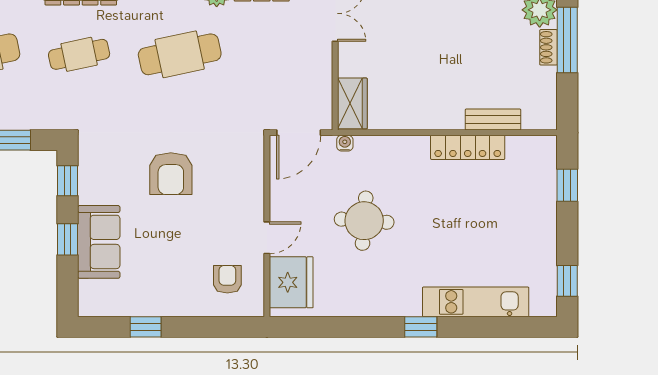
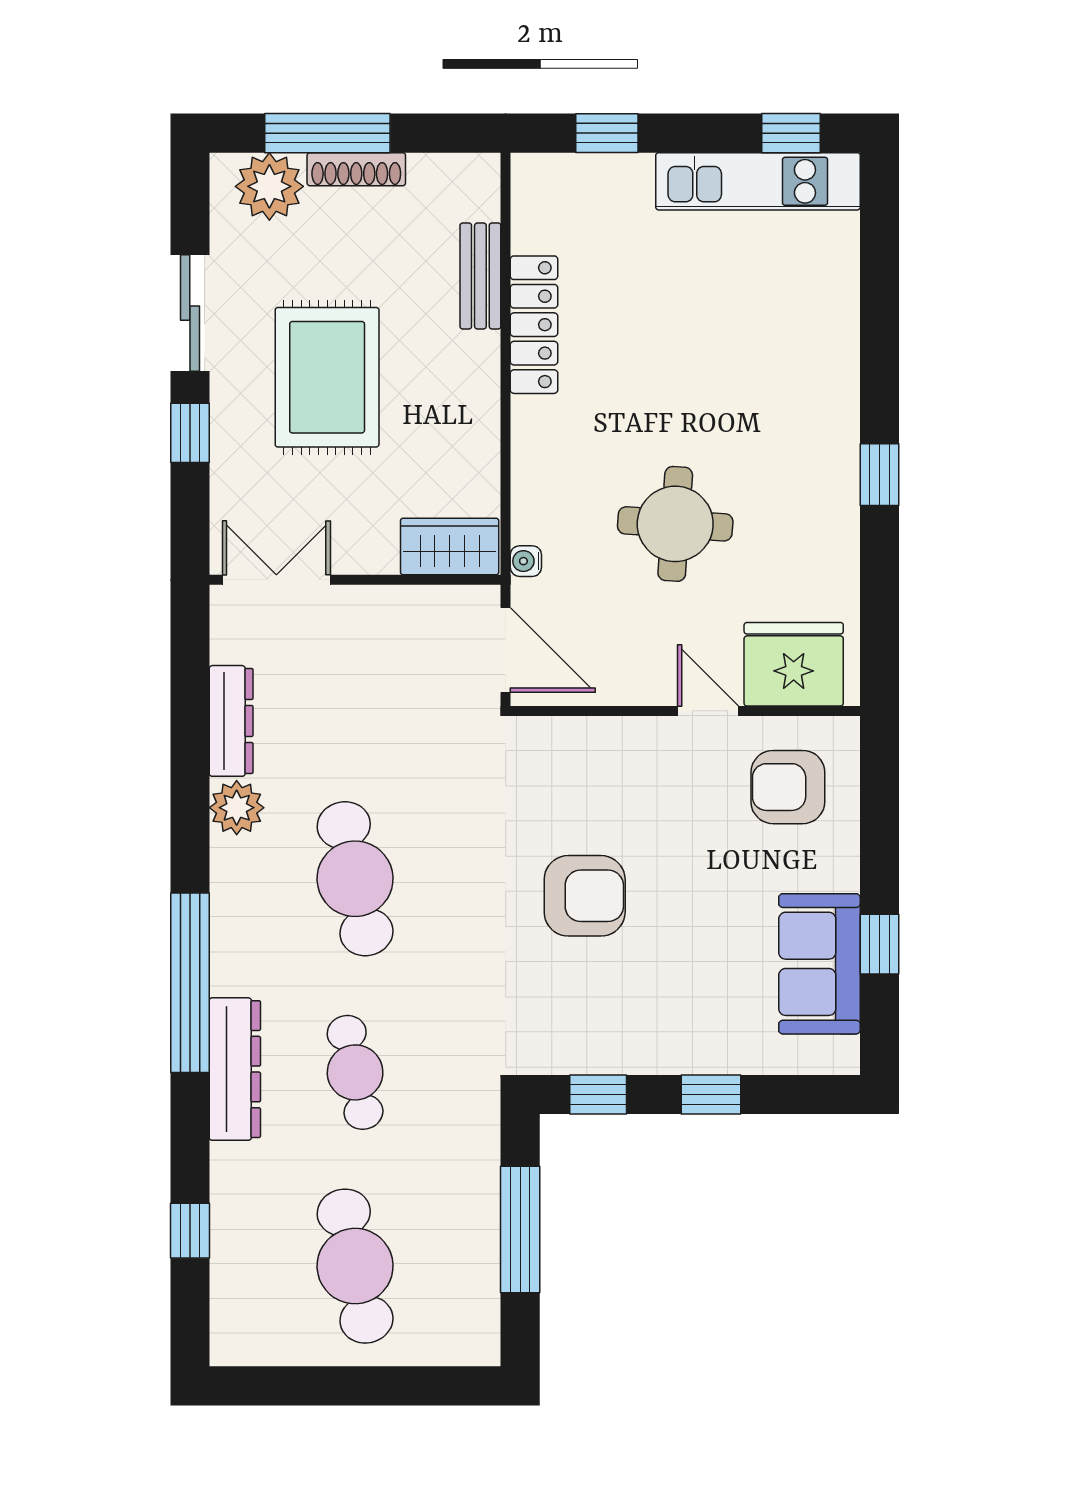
rug: (440, 40) -> (327, 377), added
shoe rack: (548, 47) -> (356, 169), width x1.43
sofa: (99, 242) -> (819, 964), moved, turned -90
armchair: (227, 279) -> (788, 787), width x1.38, depth x1.38
kitchen unit: (476, 302) -> (758, 181), moved, turned -90
window: (421, 327) -> (879, 475), moved

